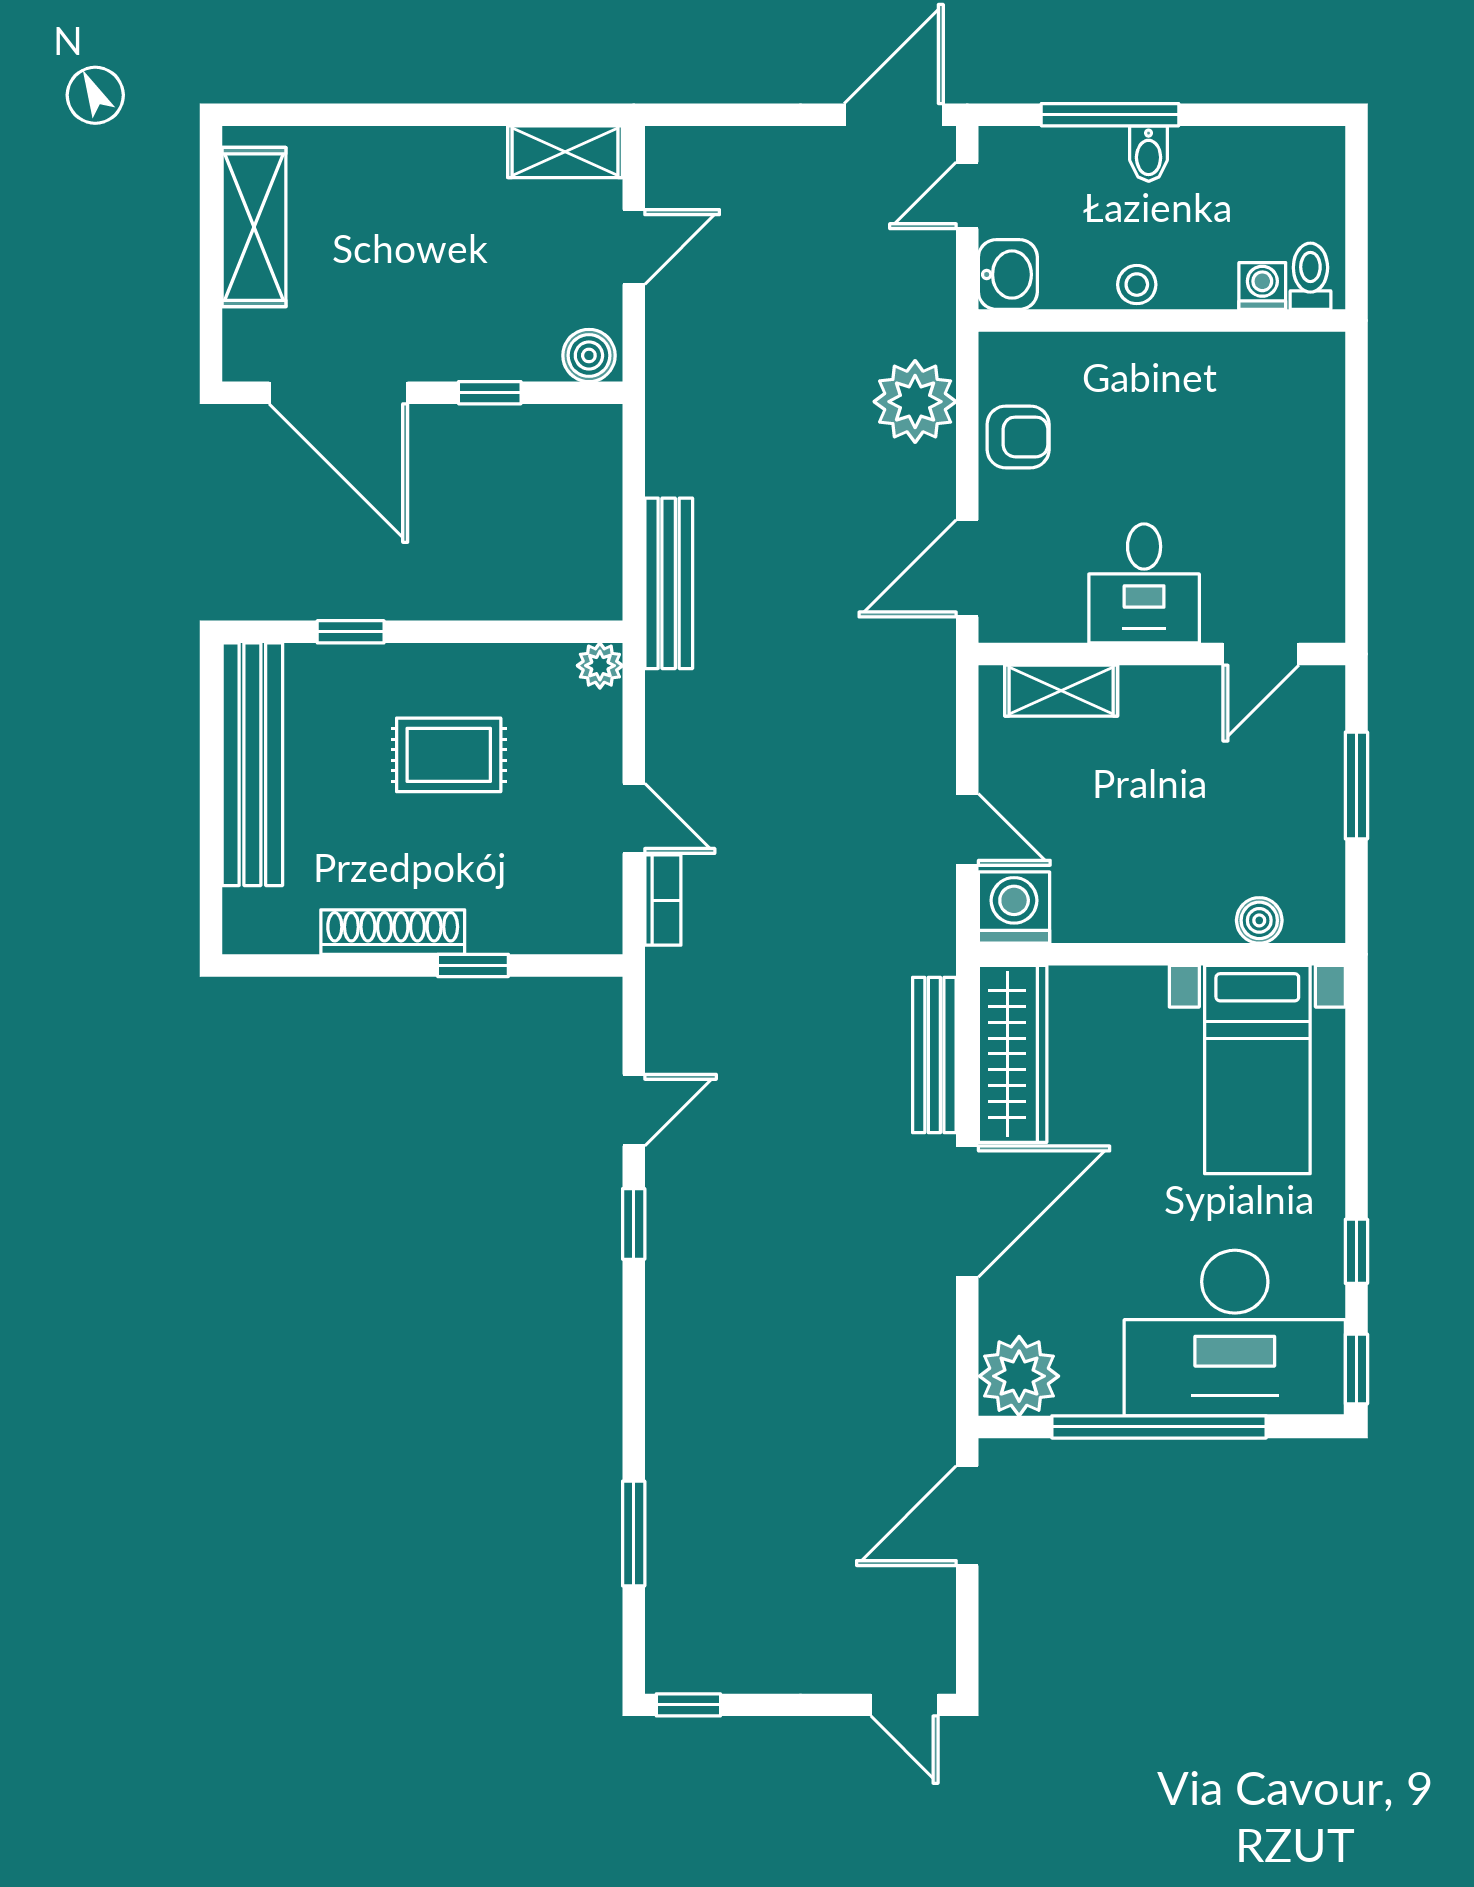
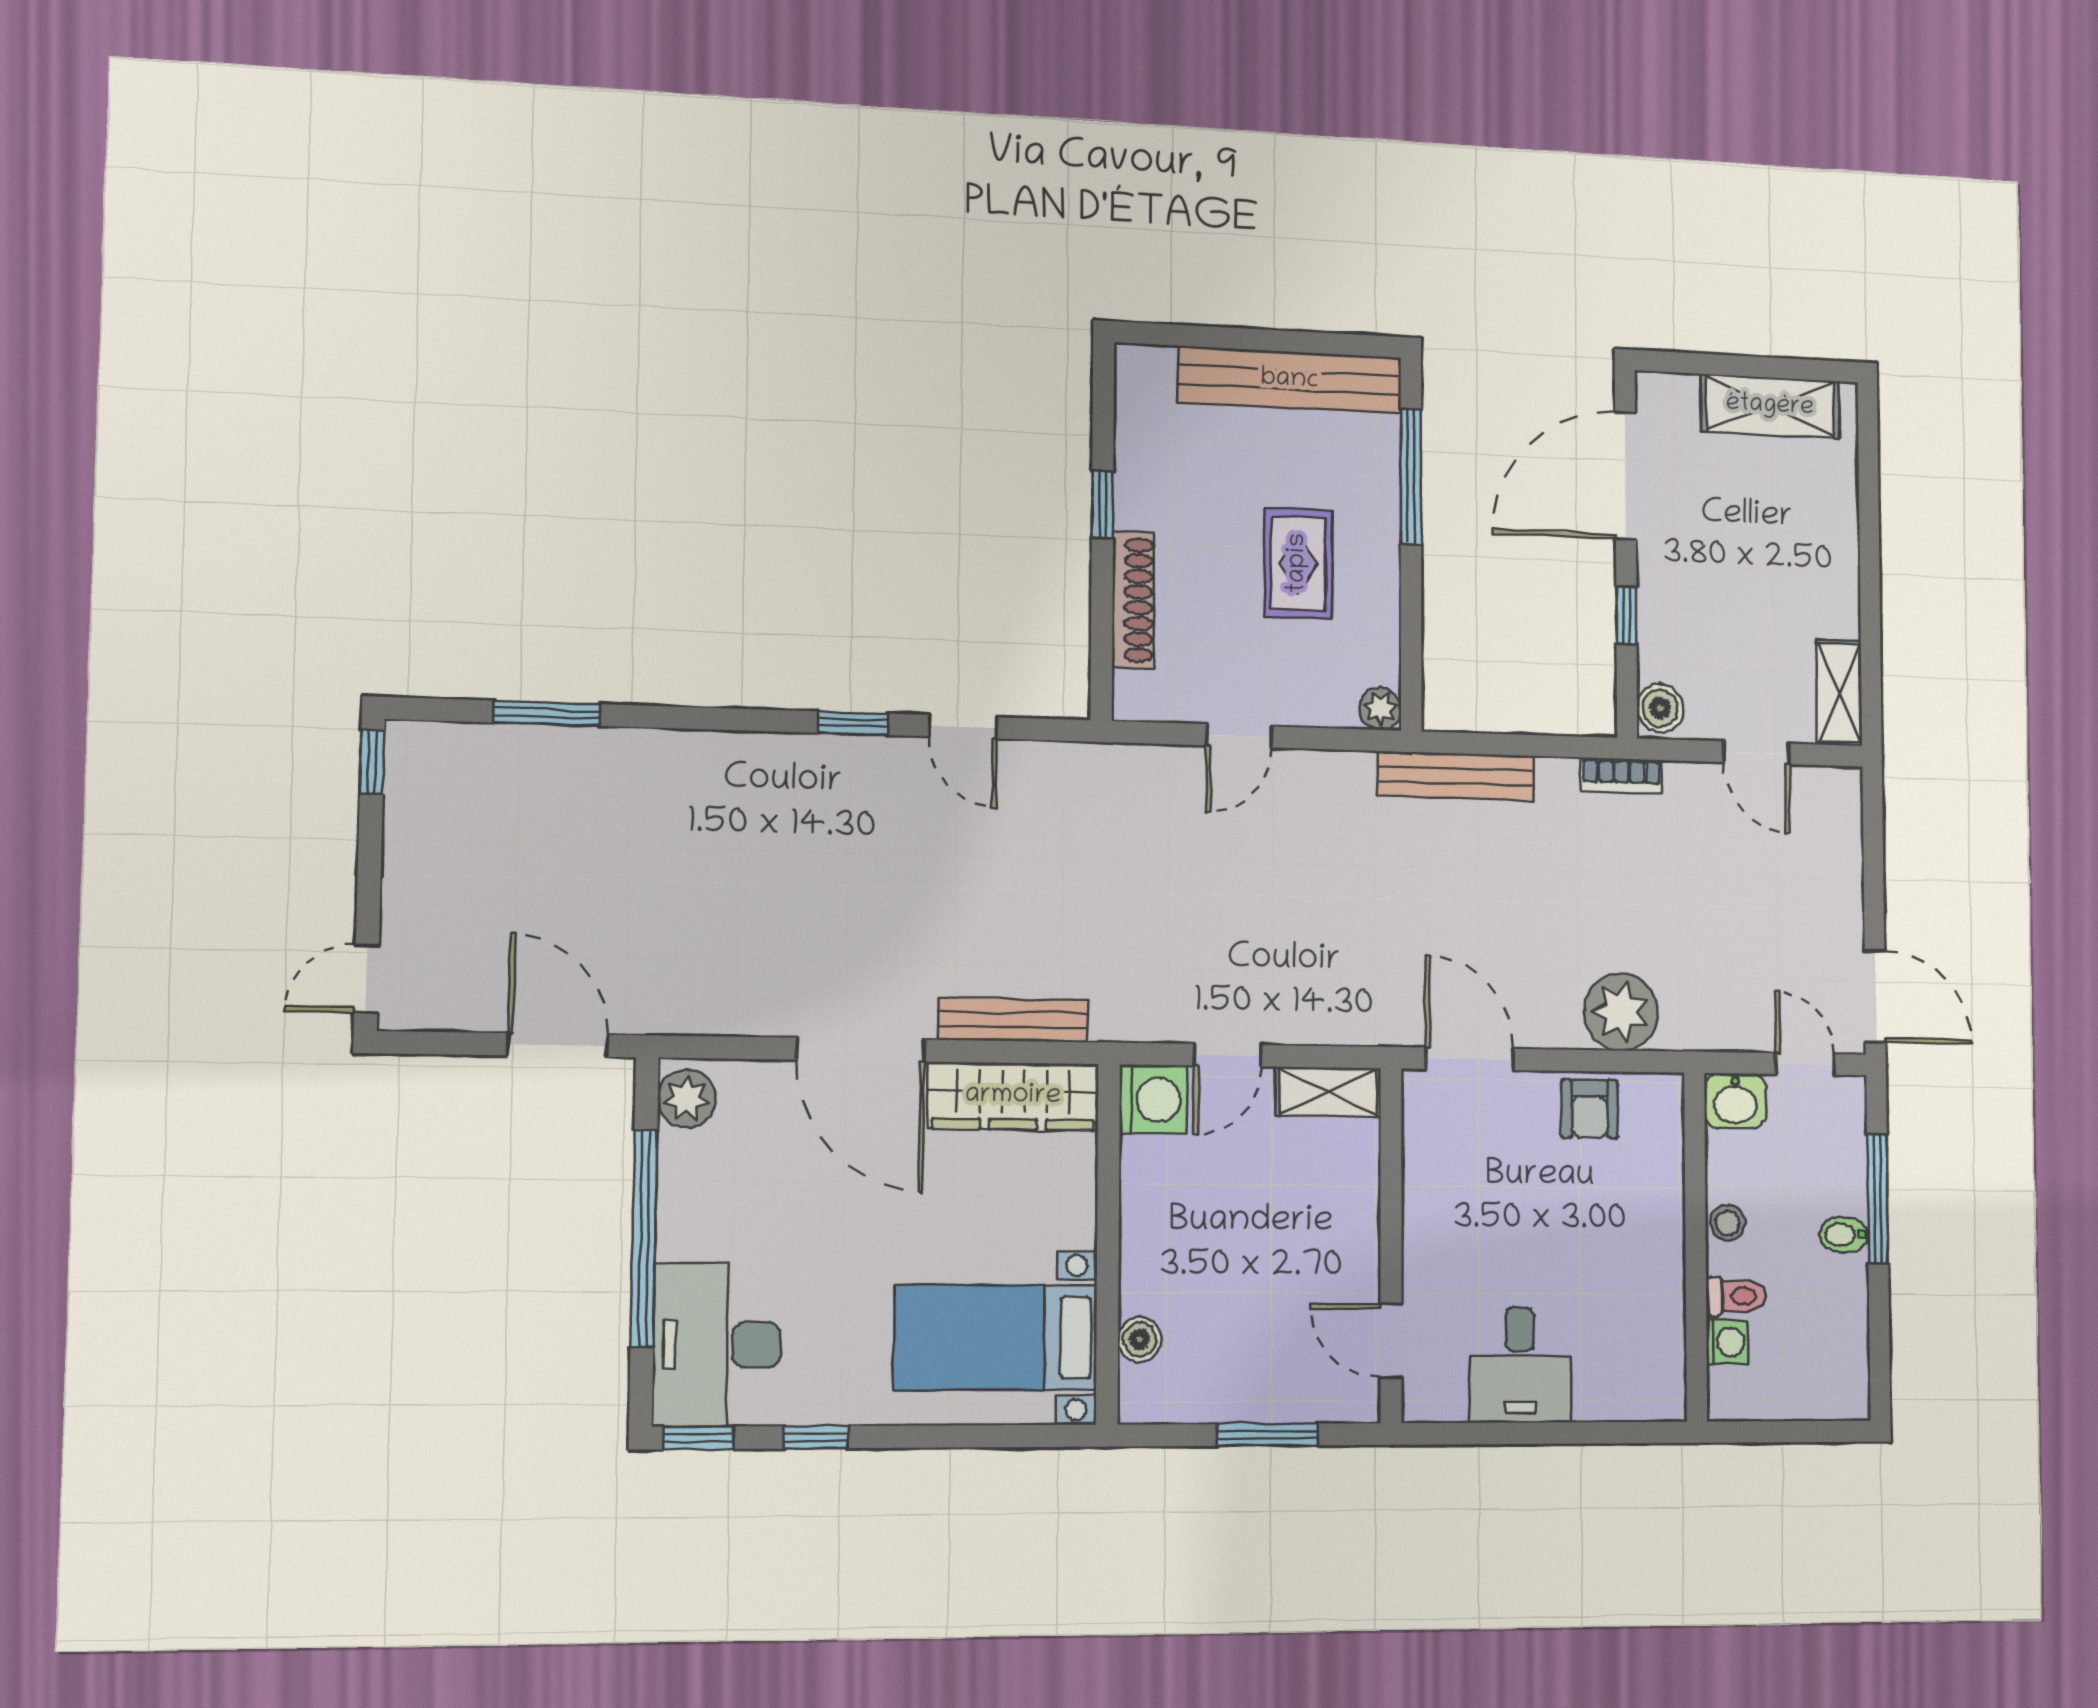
toilet: (1310, 276) -> (1736, 1296), moved
desk: (1144, 583) -> (1520, 1365), moved, turned -90
window: (351, 632) -> (1411, 477), width x2.17
shelving: (1061, 691) -> (1328, 1092), moved, turned 90
bookcase: (663, 900) -> (1622, 776), moved
shoe rack: (393, 932) -> (1133, 600), moved
window: (473, 965) -> (1103, 505), moved
desk: (1235, 1333) -> (717, 1345), width x0.73, depth x0.77
plant: (1019, 1376) -> (687, 1099), width x0.73, depth x0.73

